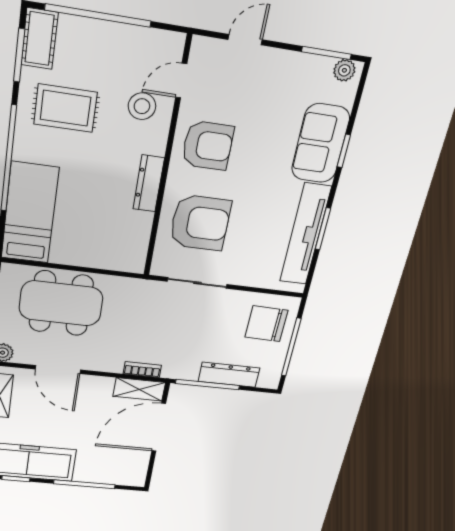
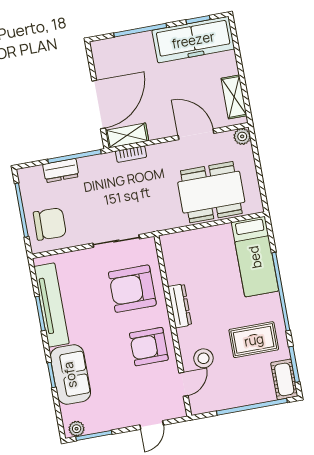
dresser: (229, 375) -> (61, 170), width x0.70

